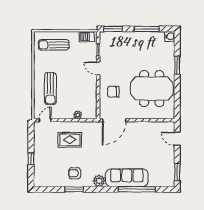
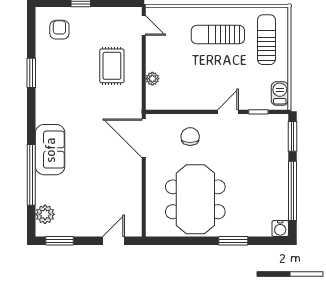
window: (147, 29) -> (292, 191), width x1.46
sun lounger: (50, 89) -> (218, 35), moved
armchair: (75, 173) -> (59, 30), moved
sofa: (127, 178) -> (50, 150), width x0.73
plant: (99, 181) -> (45, 214), moved

